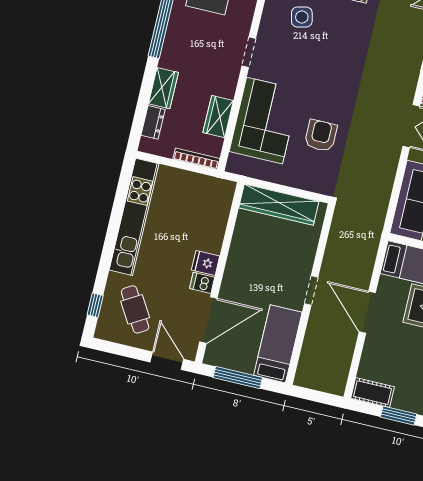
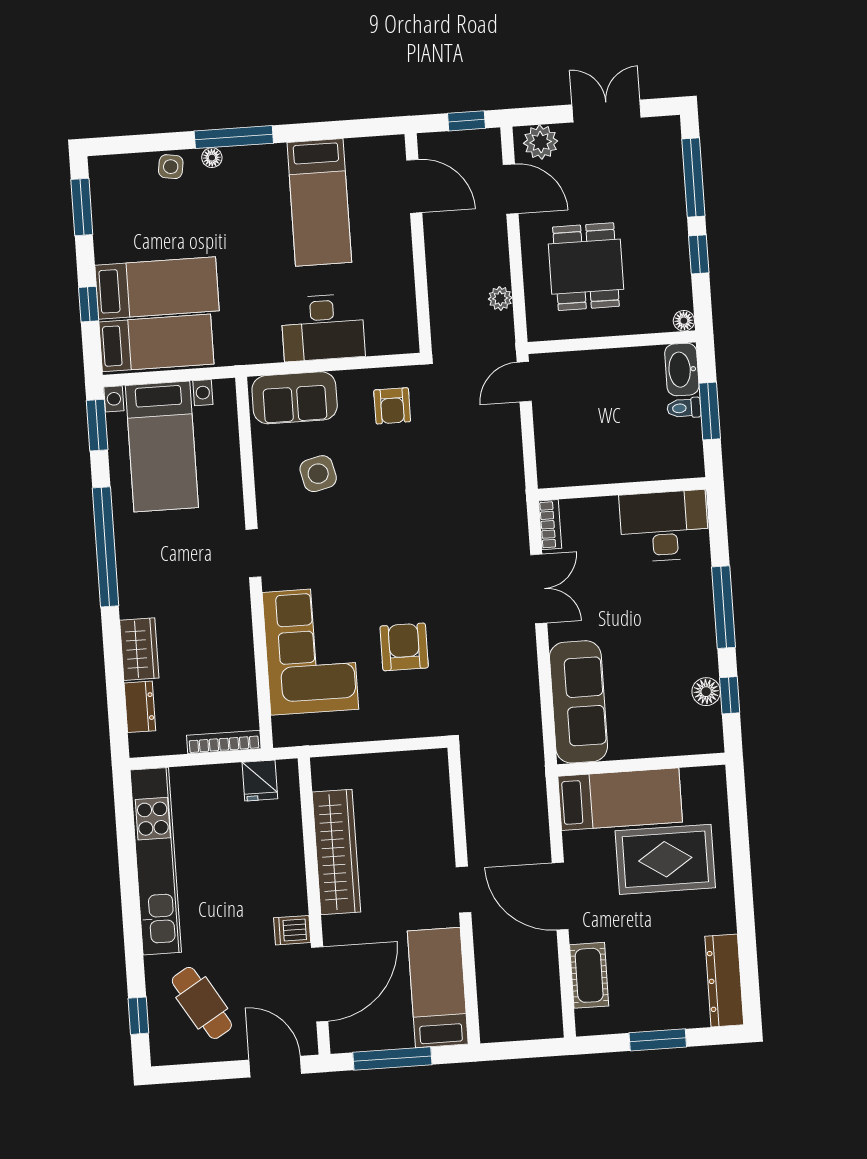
wardrobe: (218, 117) -> (237, 667), removed
wardrobe: (279, 205) -> (336, 852), moved, turned -90
fridge: (206, 263) -> (260, 781), moved, turned -90
cot: (373, 393) -> (589, 975), moved, turned 90

